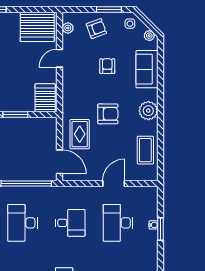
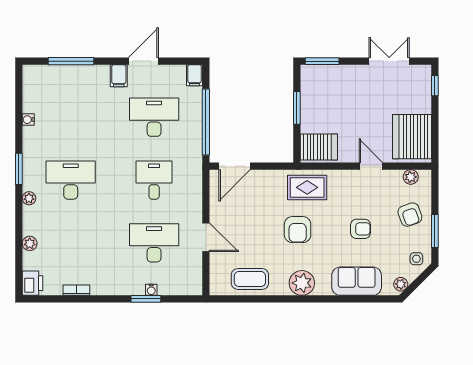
rug: (80, 134) -> (307, 187), moved
desk: (70, 223) -> (154, 180), turned 180

